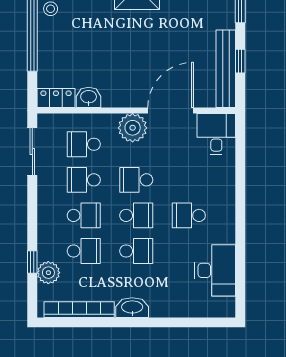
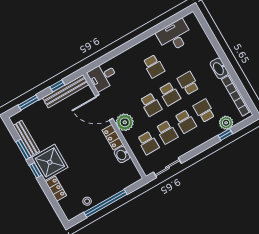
locker: (56, 98) -> (113, 137), moved
school desk: (84, 215) -> (185, 121), turned 180
school desk: (136, 215) -> (170, 94), turned 180

